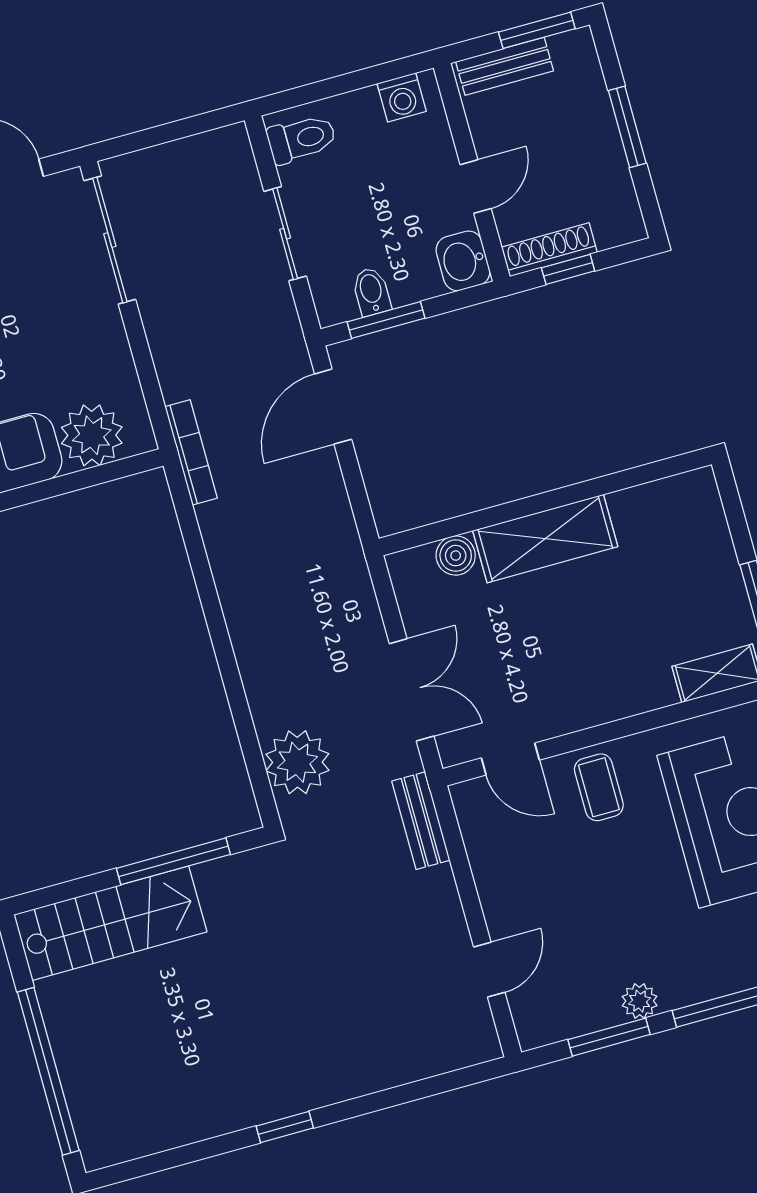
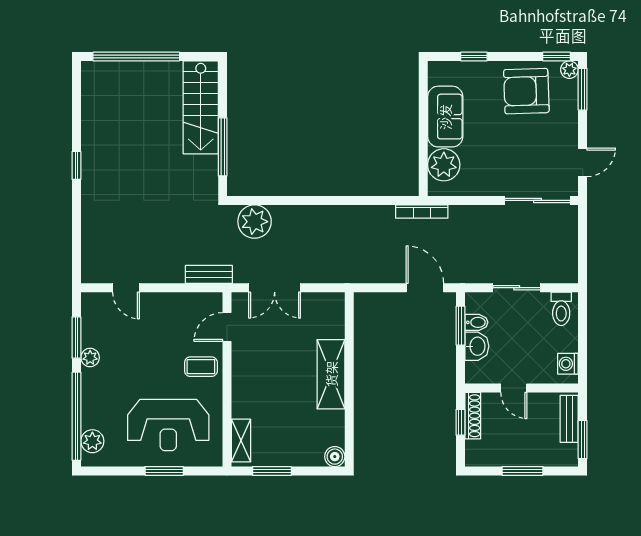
washbasin: (463, 261) -> (477, 346), moved, turned 90
boiler: (456, 556) -> (335, 457), moved

